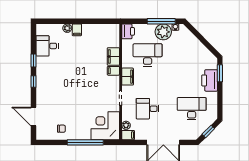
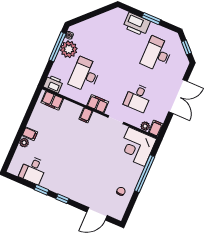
filing cabinet: (113, 56) -> (52, 101), moved
window: (220, 73) -> (151, 19), moved

